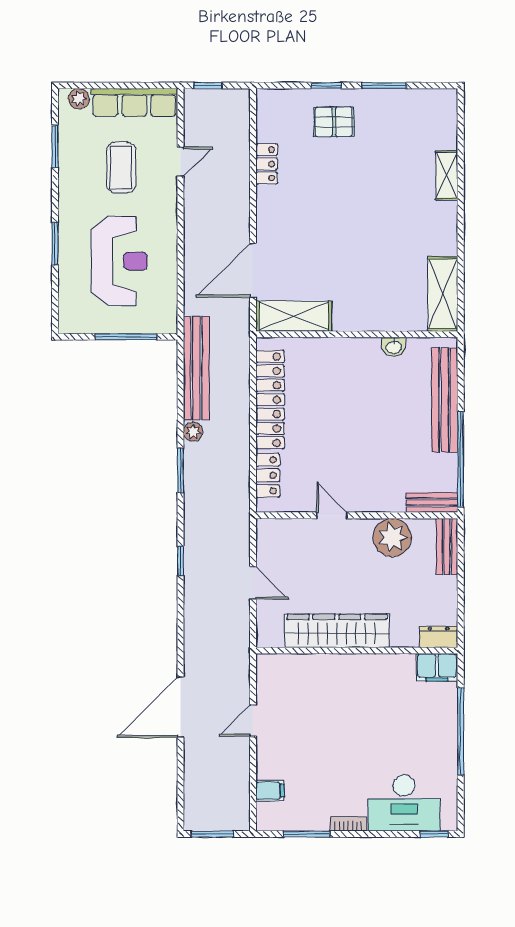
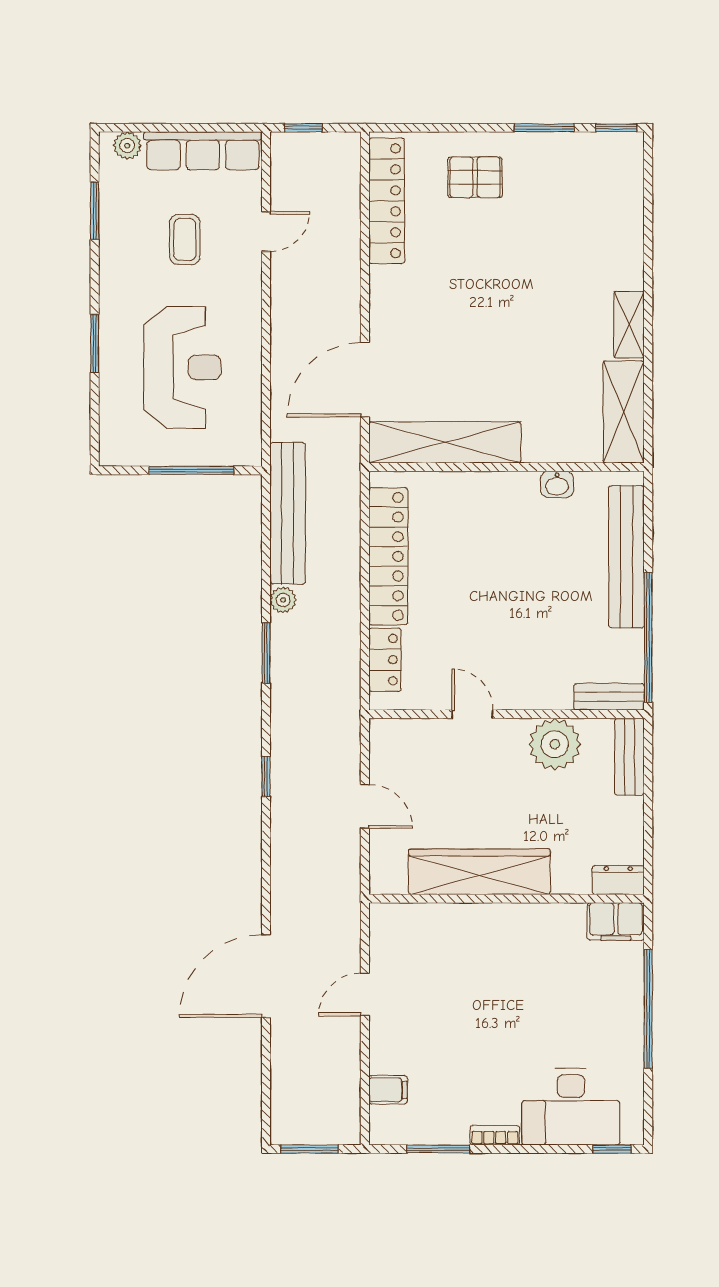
window: (326, 86) -> (616, 128), moved
locker: (267, 164) -> (387, 201), width x2.16, depth x1.21
coffee table: (121, 167) -> (185, 239), width x0.73, depth x0.77
shelving: (447, 175) -> (629, 325), moved
shelving: (294, 316) -> (445, 442), width x1.47

